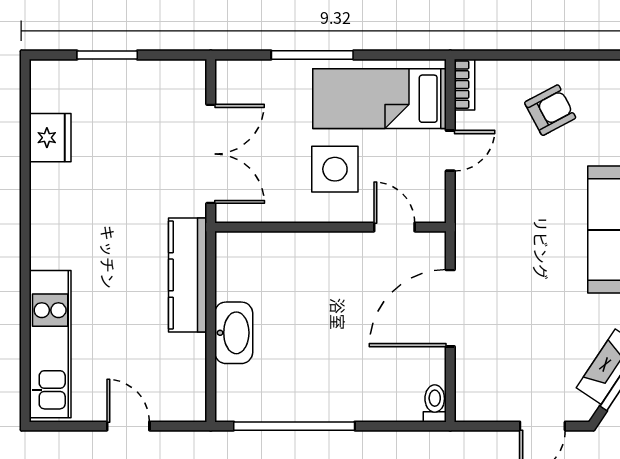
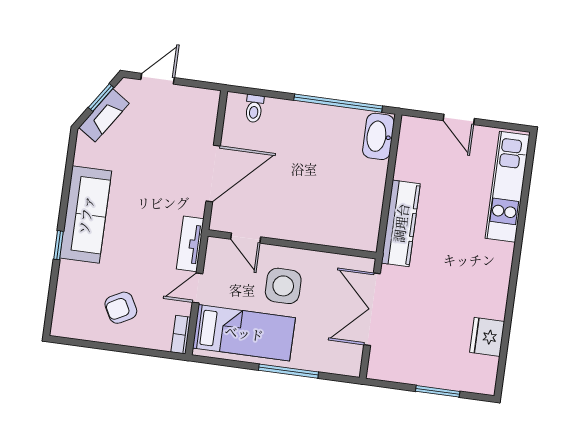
tv unit: (468, 209) -> (190, 244), added
washbasin: (234, 333) -> (378, 136), moved
toilet: (435, 403) -> (254, 109), moved

